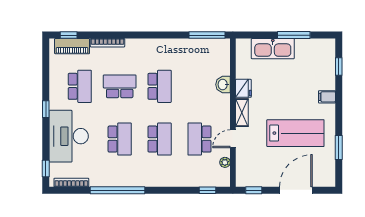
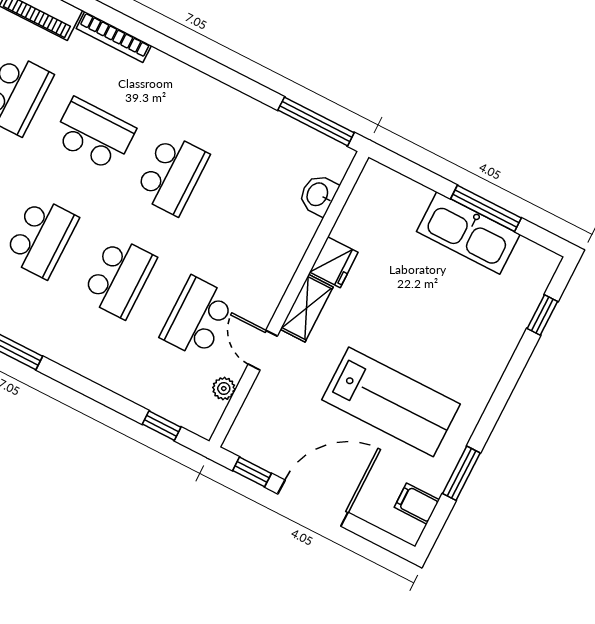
kitchen sink: (273, 49) -> (468, 233), moved
washbasin: (223, 85) -> (318, 195), moved
filing cabinet: (327, 97) -> (417, 504), moved
door: (233, 139) -> (263, 350), hinge flipped
door: (296, 190) -> (313, 503), moved

